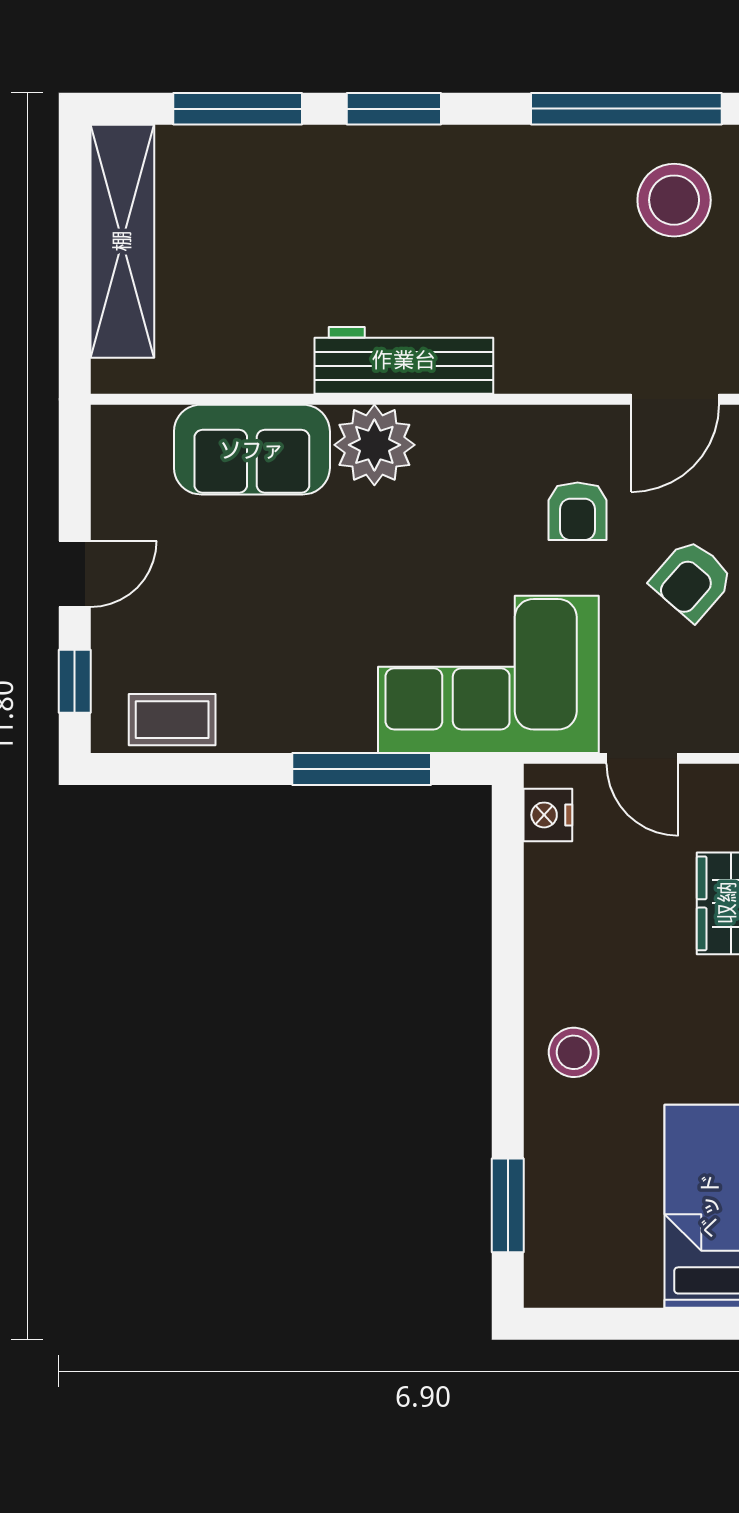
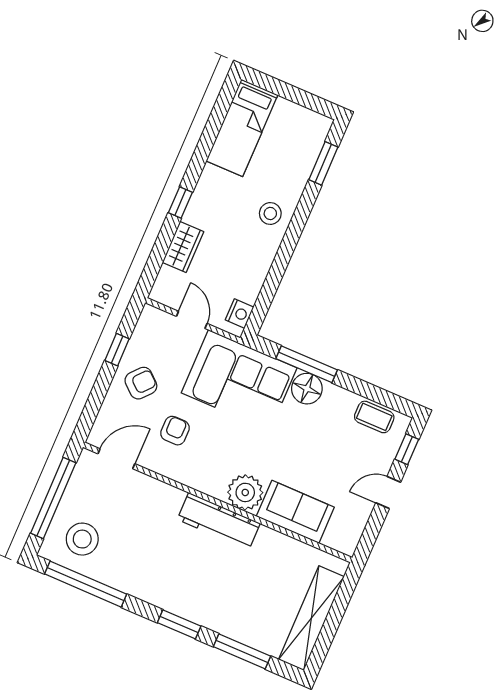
floor lamp: (339, 718) -> (307, 389), added

